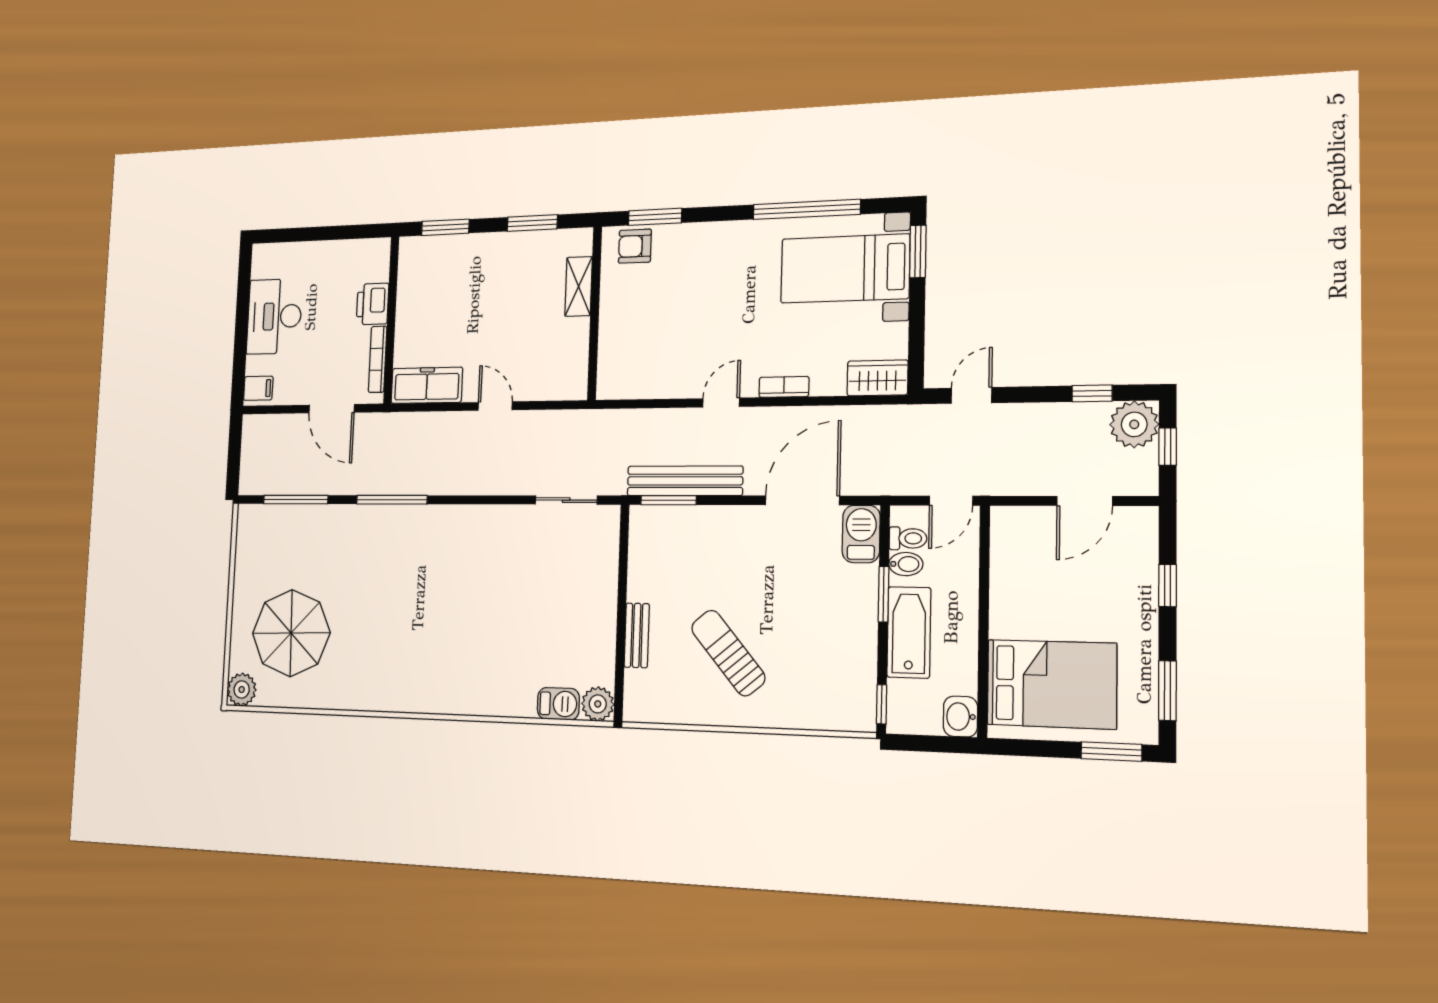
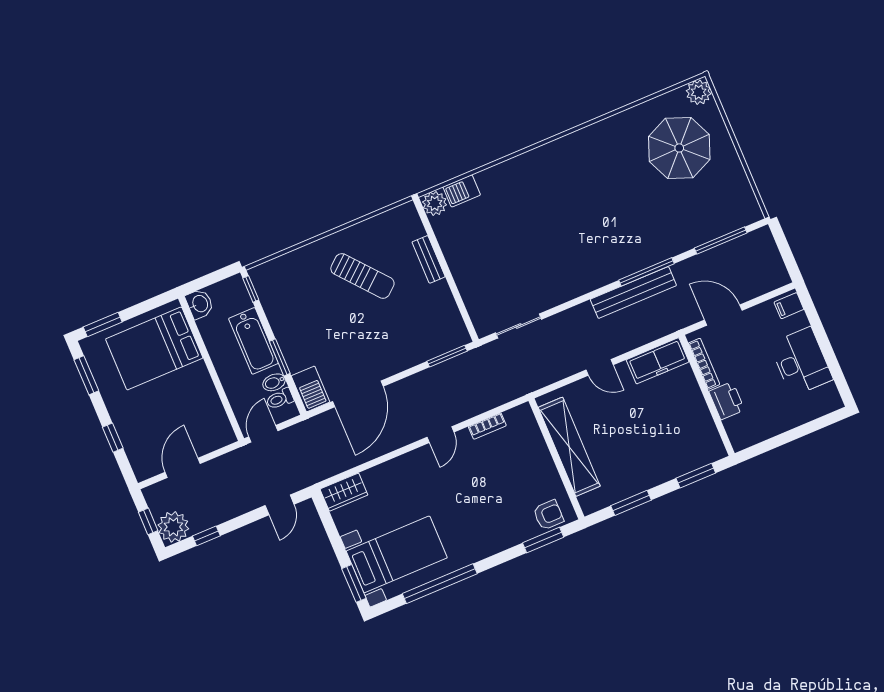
shelving: (579, 286) -> (569, 447), width x2.20, depth x1.33
bookcase: (784, 387) -> (487, 426), moved
bench: (685, 481) -> (633, 292), moved

